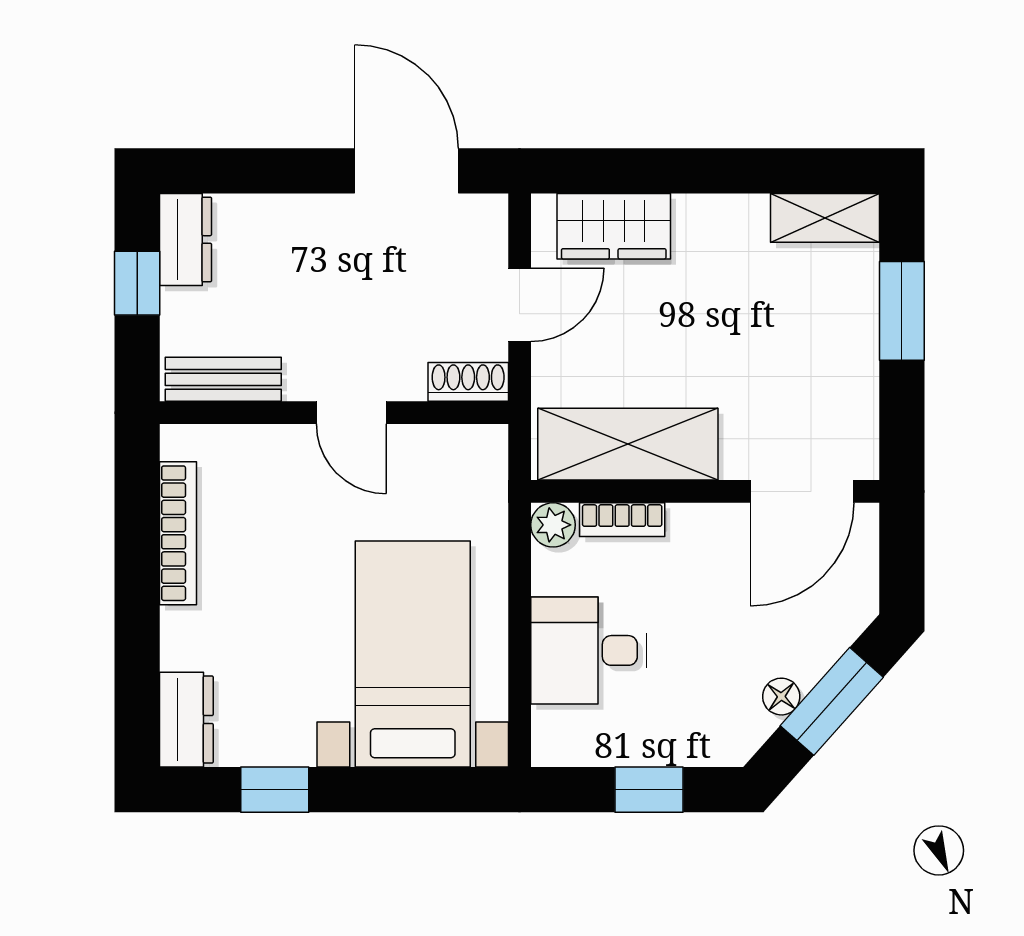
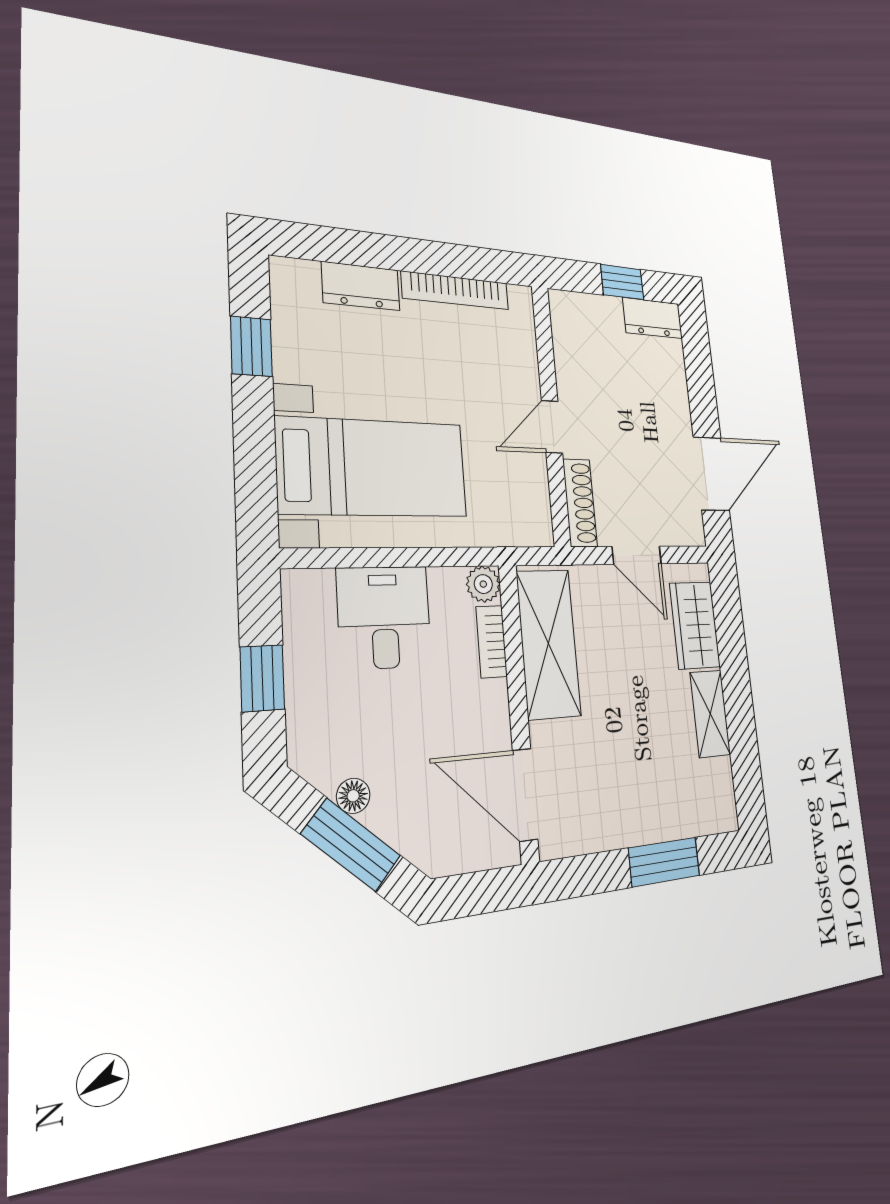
shelving: (825, 218) -> (710, 714), moved
bench: (223, 379) -> (566, 335), removed
shoe rack: (468, 382) -> (580, 503), width x1.43
dresser: (186, 720) -> (361, 286), moved

